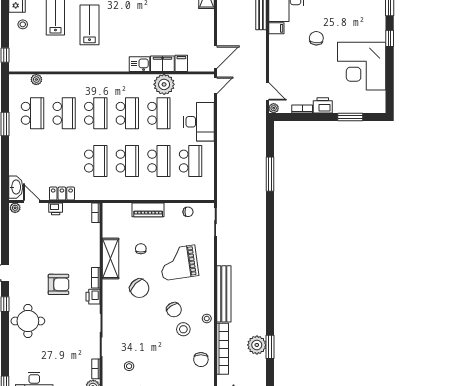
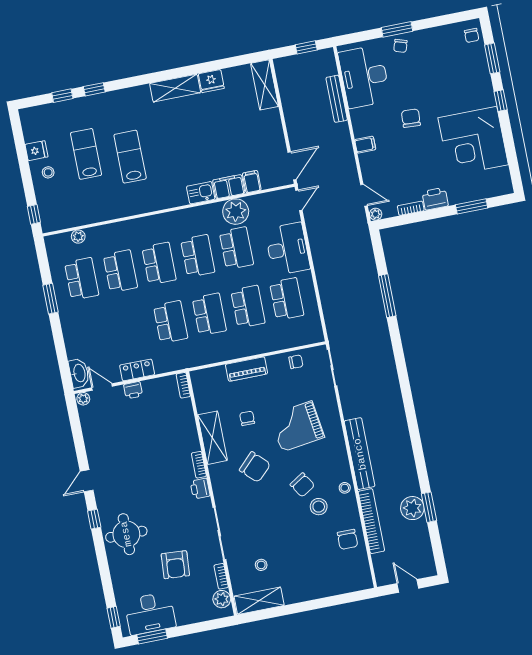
filing cabinet: (276, 28) -> (365, 145), moved
armchair: (58, 284) -> (175, 565), moved, turned 94

